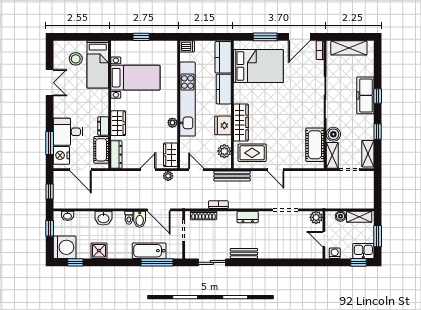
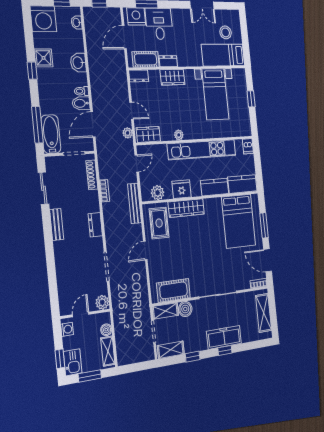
dresser: (116, 155) -> (139, 76), width x0.70
bathtub: (149, 251) -> (51, 134), moved
window: (75, 262) -> (32, 71), moved

